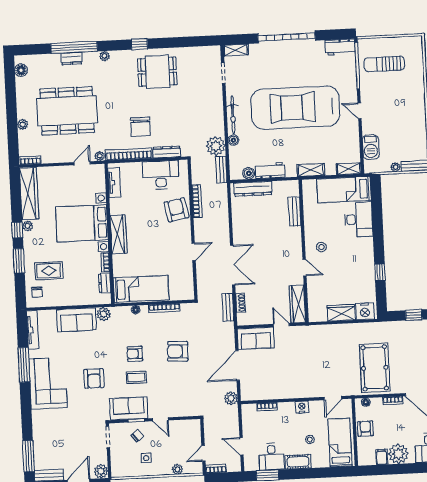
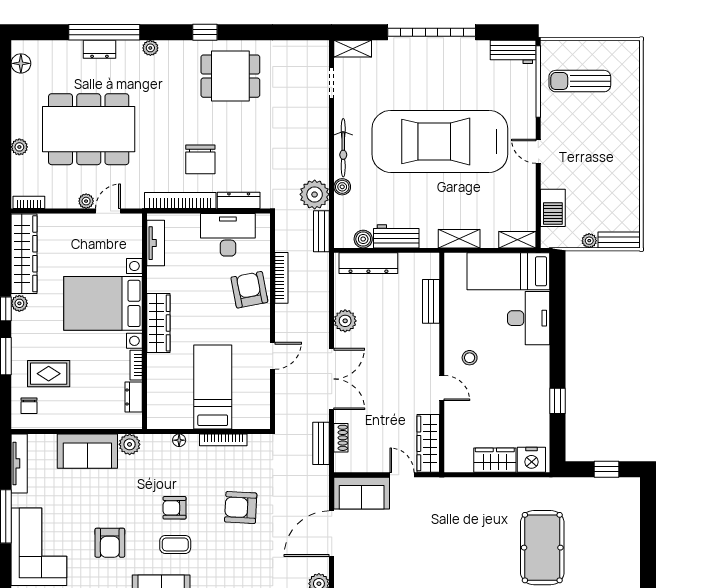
plant: (100, 156) -> (86, 201), moved
plant: (240, 227) -> (345, 321), added
bed: (141, 289) -> (213, 387), moved, turned -90

